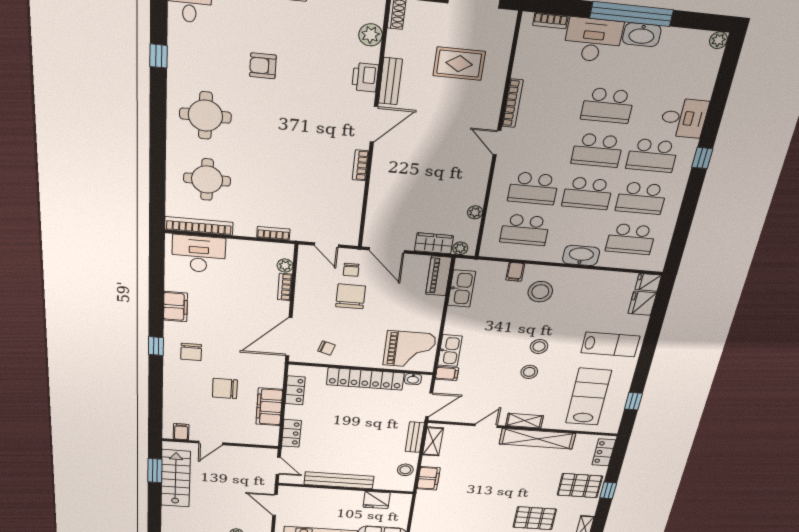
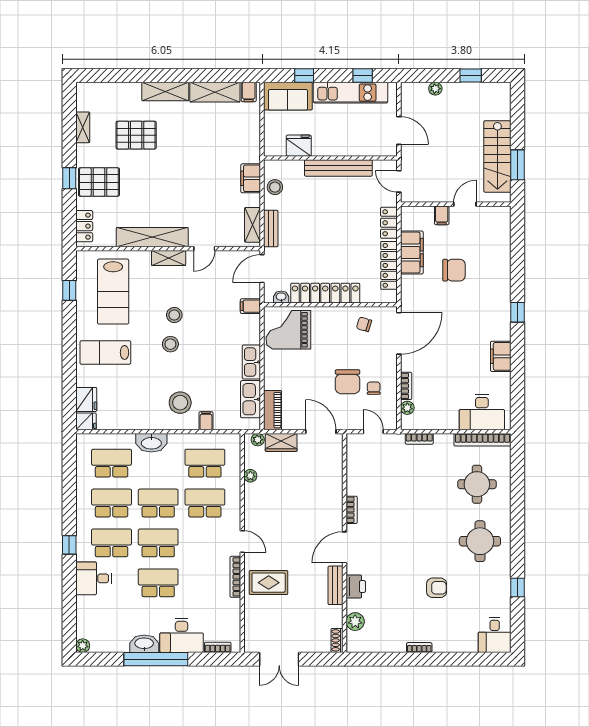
rug: (459, 64) -> (269, 583), moved
chair: (351, 270) -> (374, 388), moved
kitchen sink: (450, 351) -> (251, 362), moved
chair: (191, 352) -> (486, 309), removed
locker: (295, 390) -> (389, 265), width x1.53
filing cabinet: (181, 432) -> (442, 215), moved

